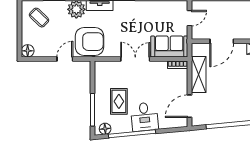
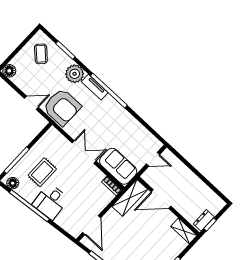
shelving: (199, 75) -> (130, 198), moved
door: (189, 106) -> (92, 225), swing flipped

